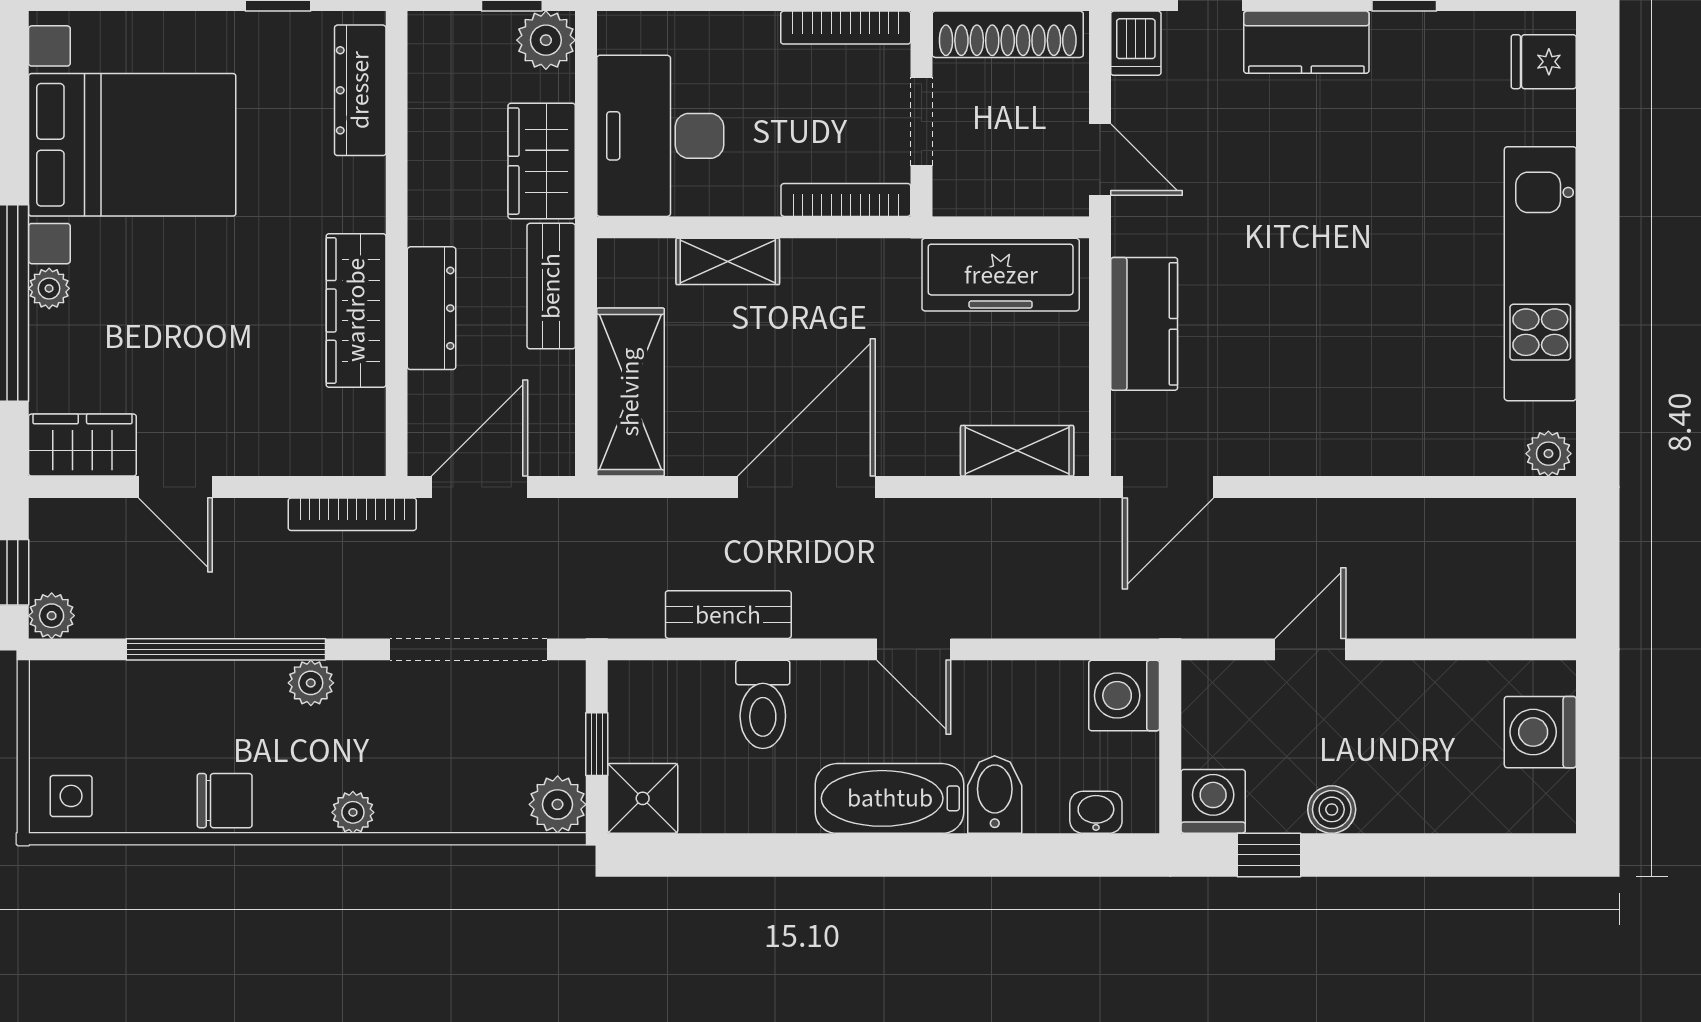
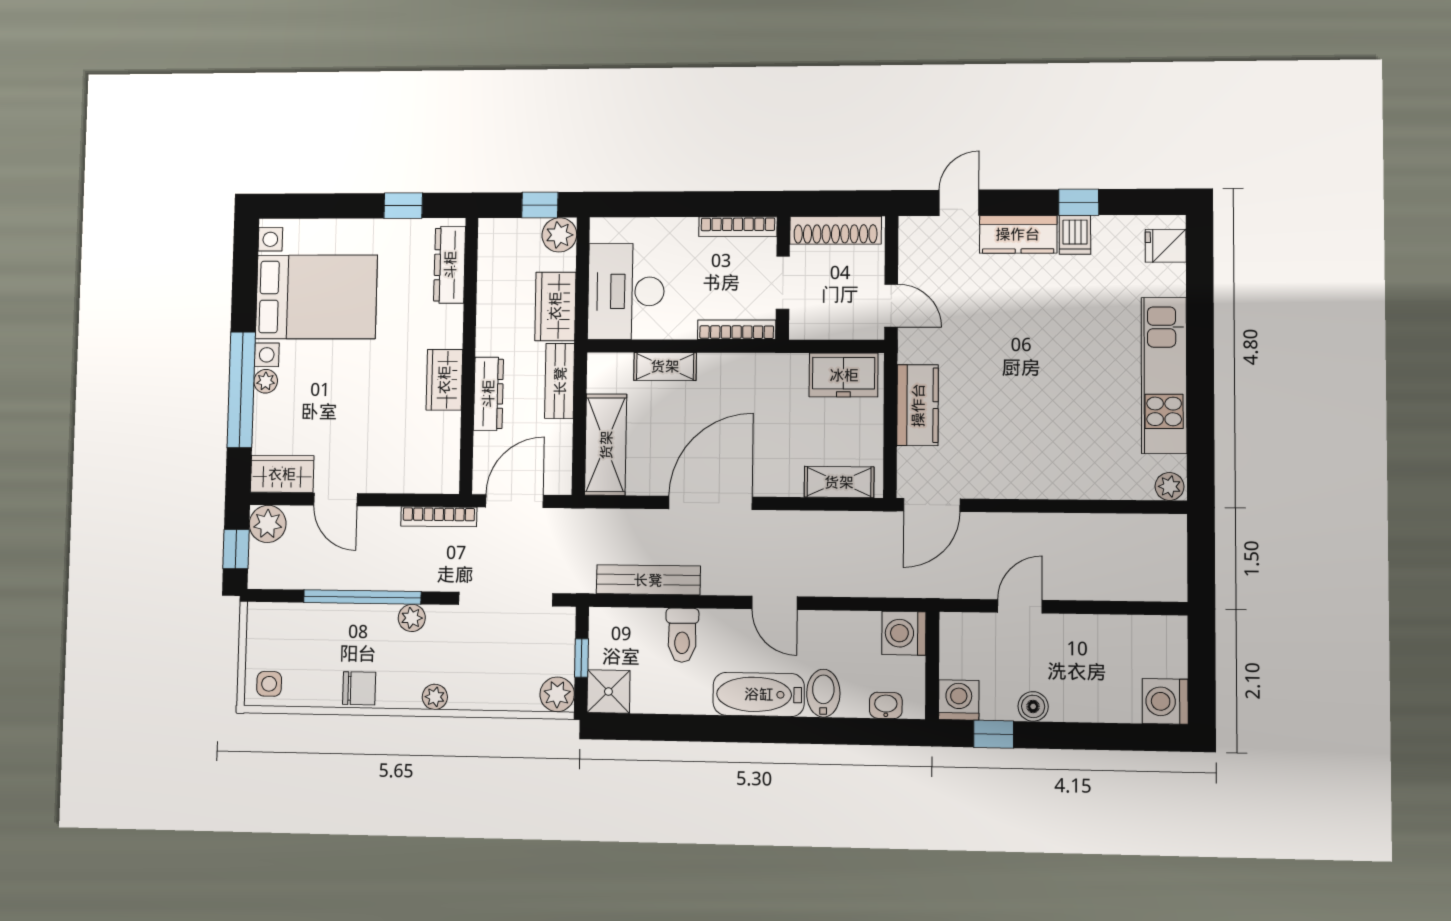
dishwasher: (1136, 43) -> (1075, 235), moved
freezer: (1001, 275) -> (844, 375), width x0.71
wardrobe: (356, 310) -> (444, 380), width x0.67
bench: (728, 615) -> (648, 580), width x1.36
plant: (52, 616) -> (268, 524), moved, width x1.38, depth x1.38
washing machine: (1540, 732) -> (1165, 701), moved

